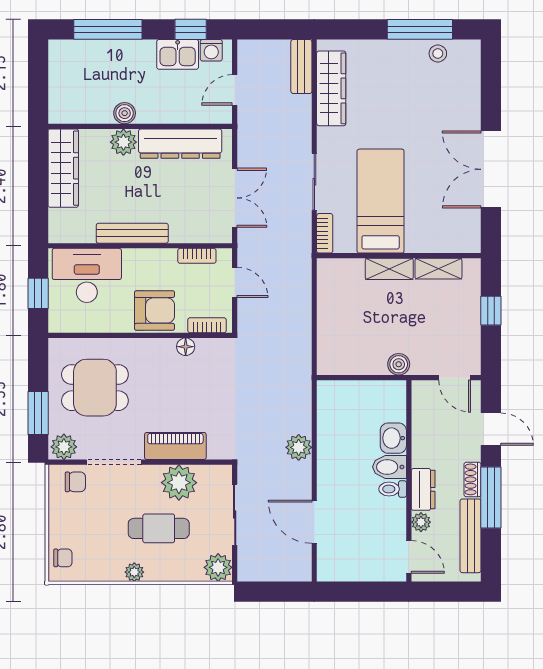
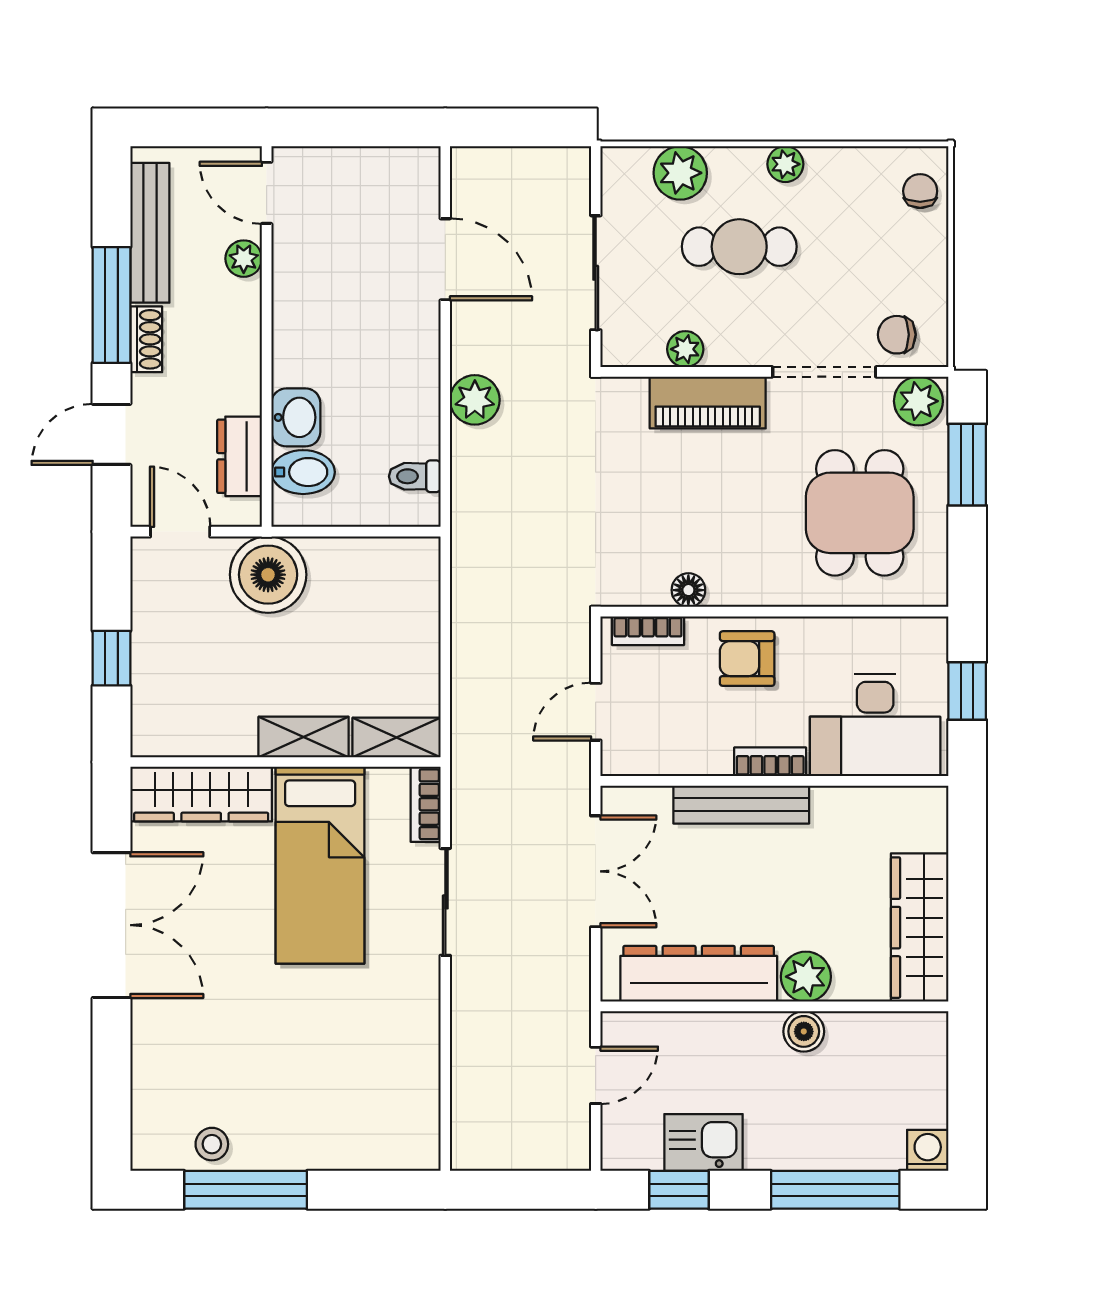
washing machine: (211, 50) -> (928, 1150), moved
bench: (301, 66) -> (470, 1120), removed
wardrobe: (331, 88) -> (201, 794), moved, turned -90
double door: (235, 198) -> (596, 871), swing flipped
bench: (132, 233) -> (741, 805), moved
bookcase: (197, 256) -> (770, 762), moved
shelving: (438, 269) -> (397, 737), moved
door: (235, 282) -> (596, 712), hinge flipped
armchair: (155, 310) -> (747, 659), width x0.72, depth x0.72
boiler: (399, 364) -> (268, 575), width x1.86, depth x1.86
dining table: (95, 388) -> (860, 513), turned 90
door: (491, 429) -> (112, 434), hinge flipped
bidet: (390, 467) -> (303, 472), moved
plant: (179, 483) -> (685, 349), width x0.53, depth x0.53
toilet: (393, 489) -> (415, 476), moved, turned 180
dresser: (423, 489) -> (240, 456), moved
chair: (63, 558) -> (920, 191), turned 90
plant: (218, 567) -> (680, 173), moved

